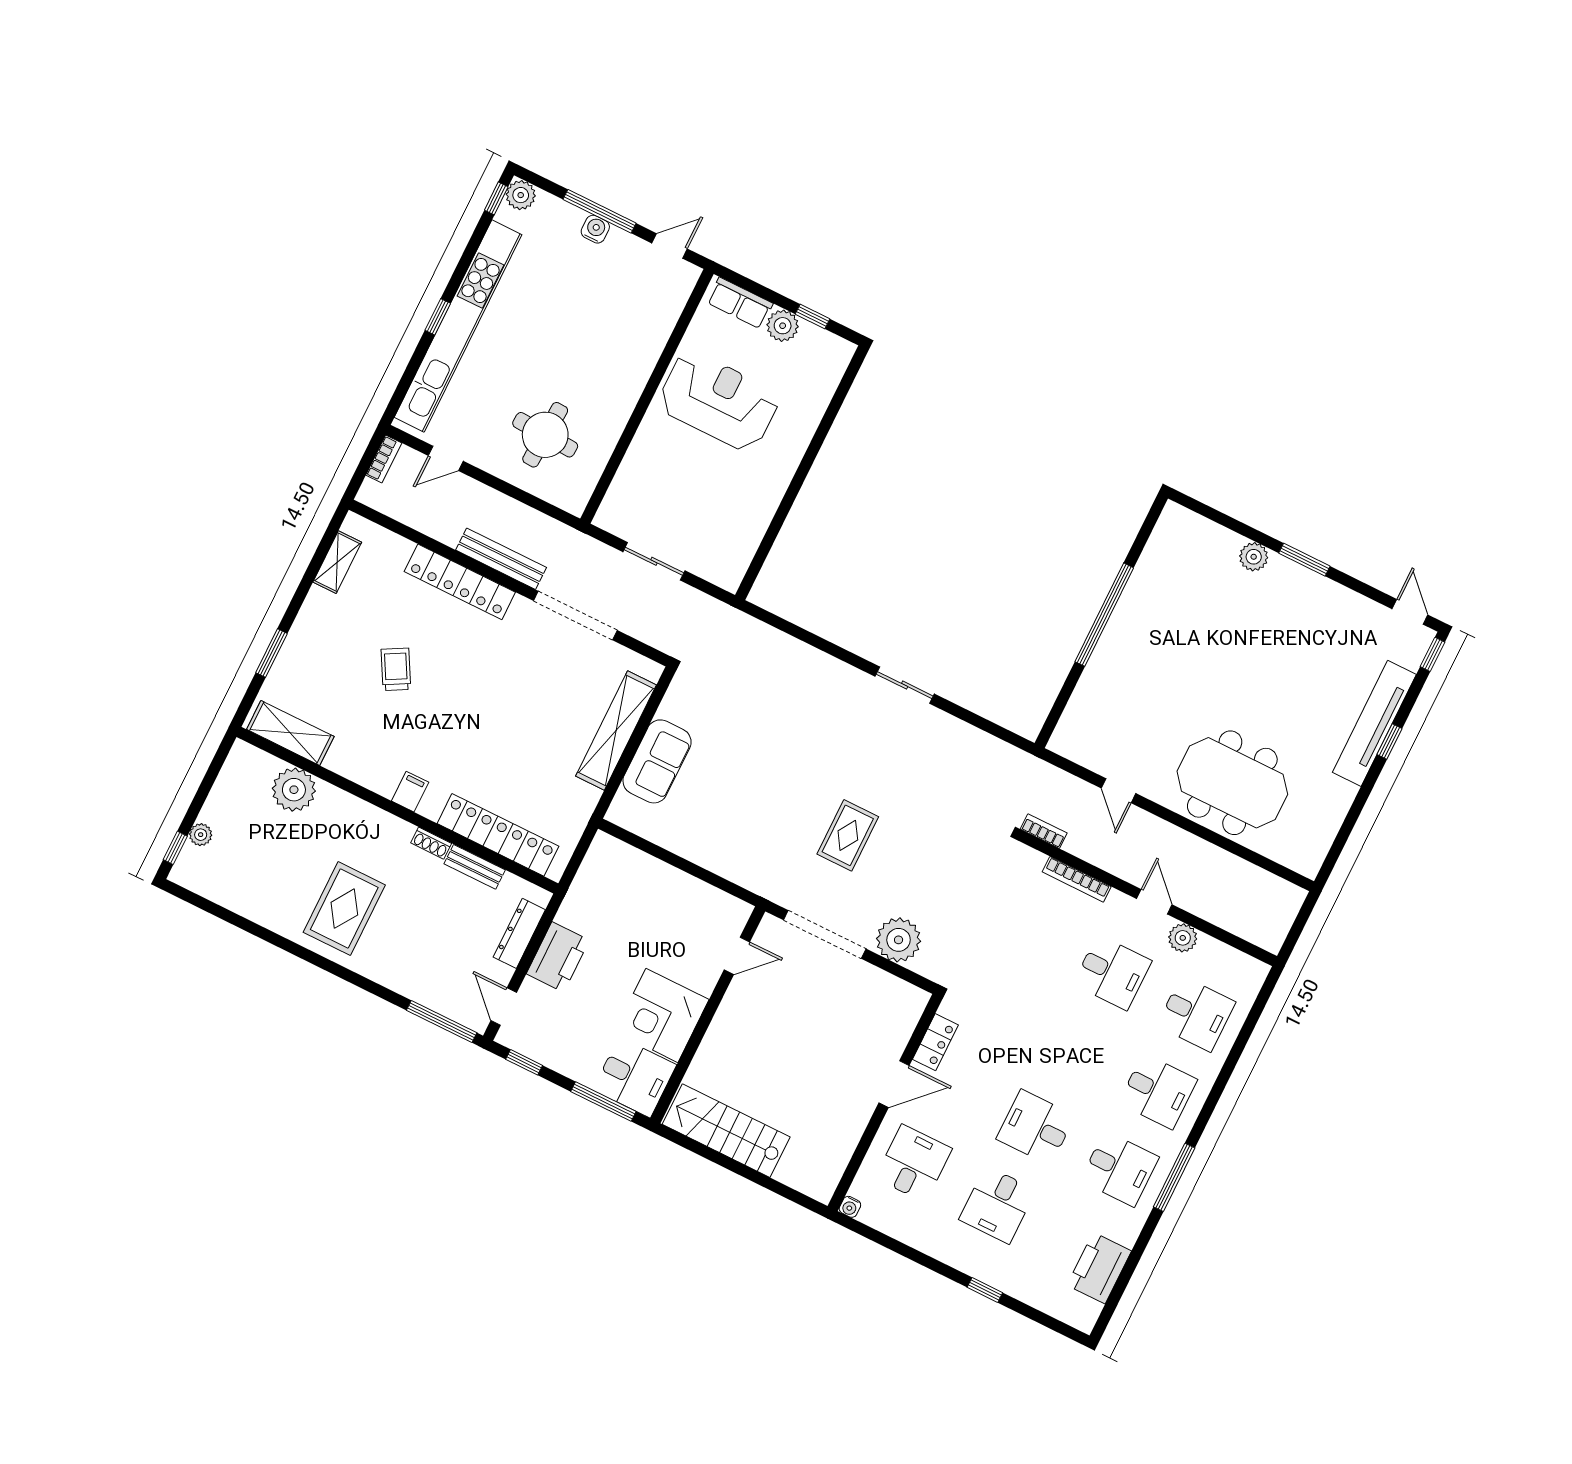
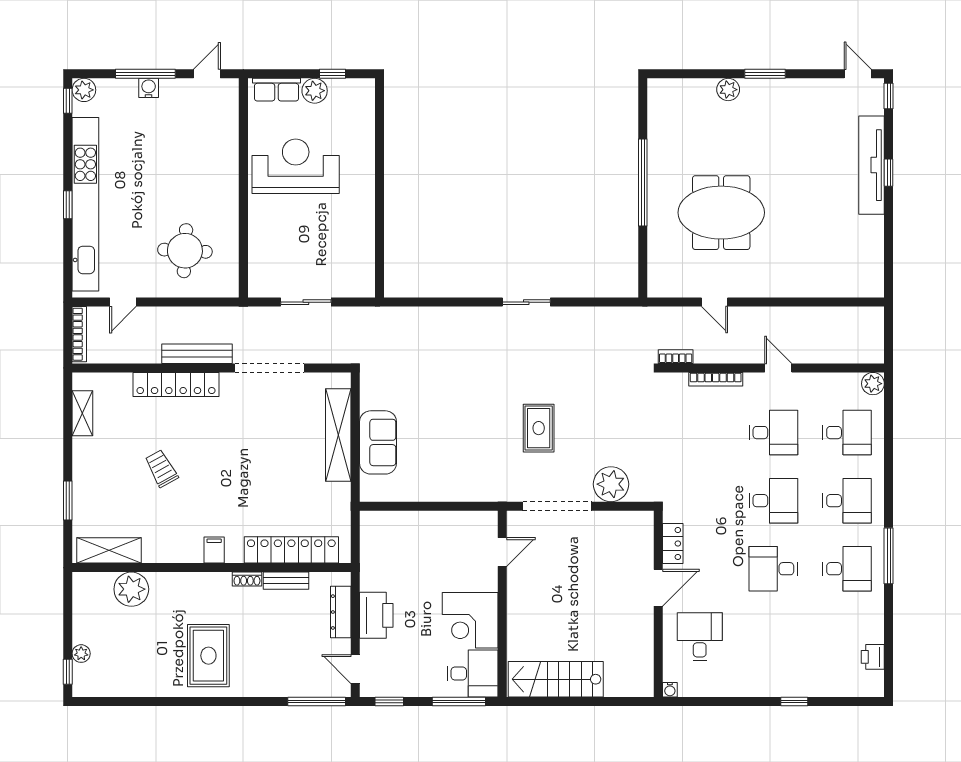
bookcase: (384, 459) -> (79, 334), width x1.56
meeting table: (1232, 783) -> (721, 213), moved
plant: (1183, 938) -> (873, 384), moved
desk: (997, 1205) -> (773, 501), moved, turned -90
printer: (1099, 1268) -> (873, 657), width x0.53, depth x0.68

